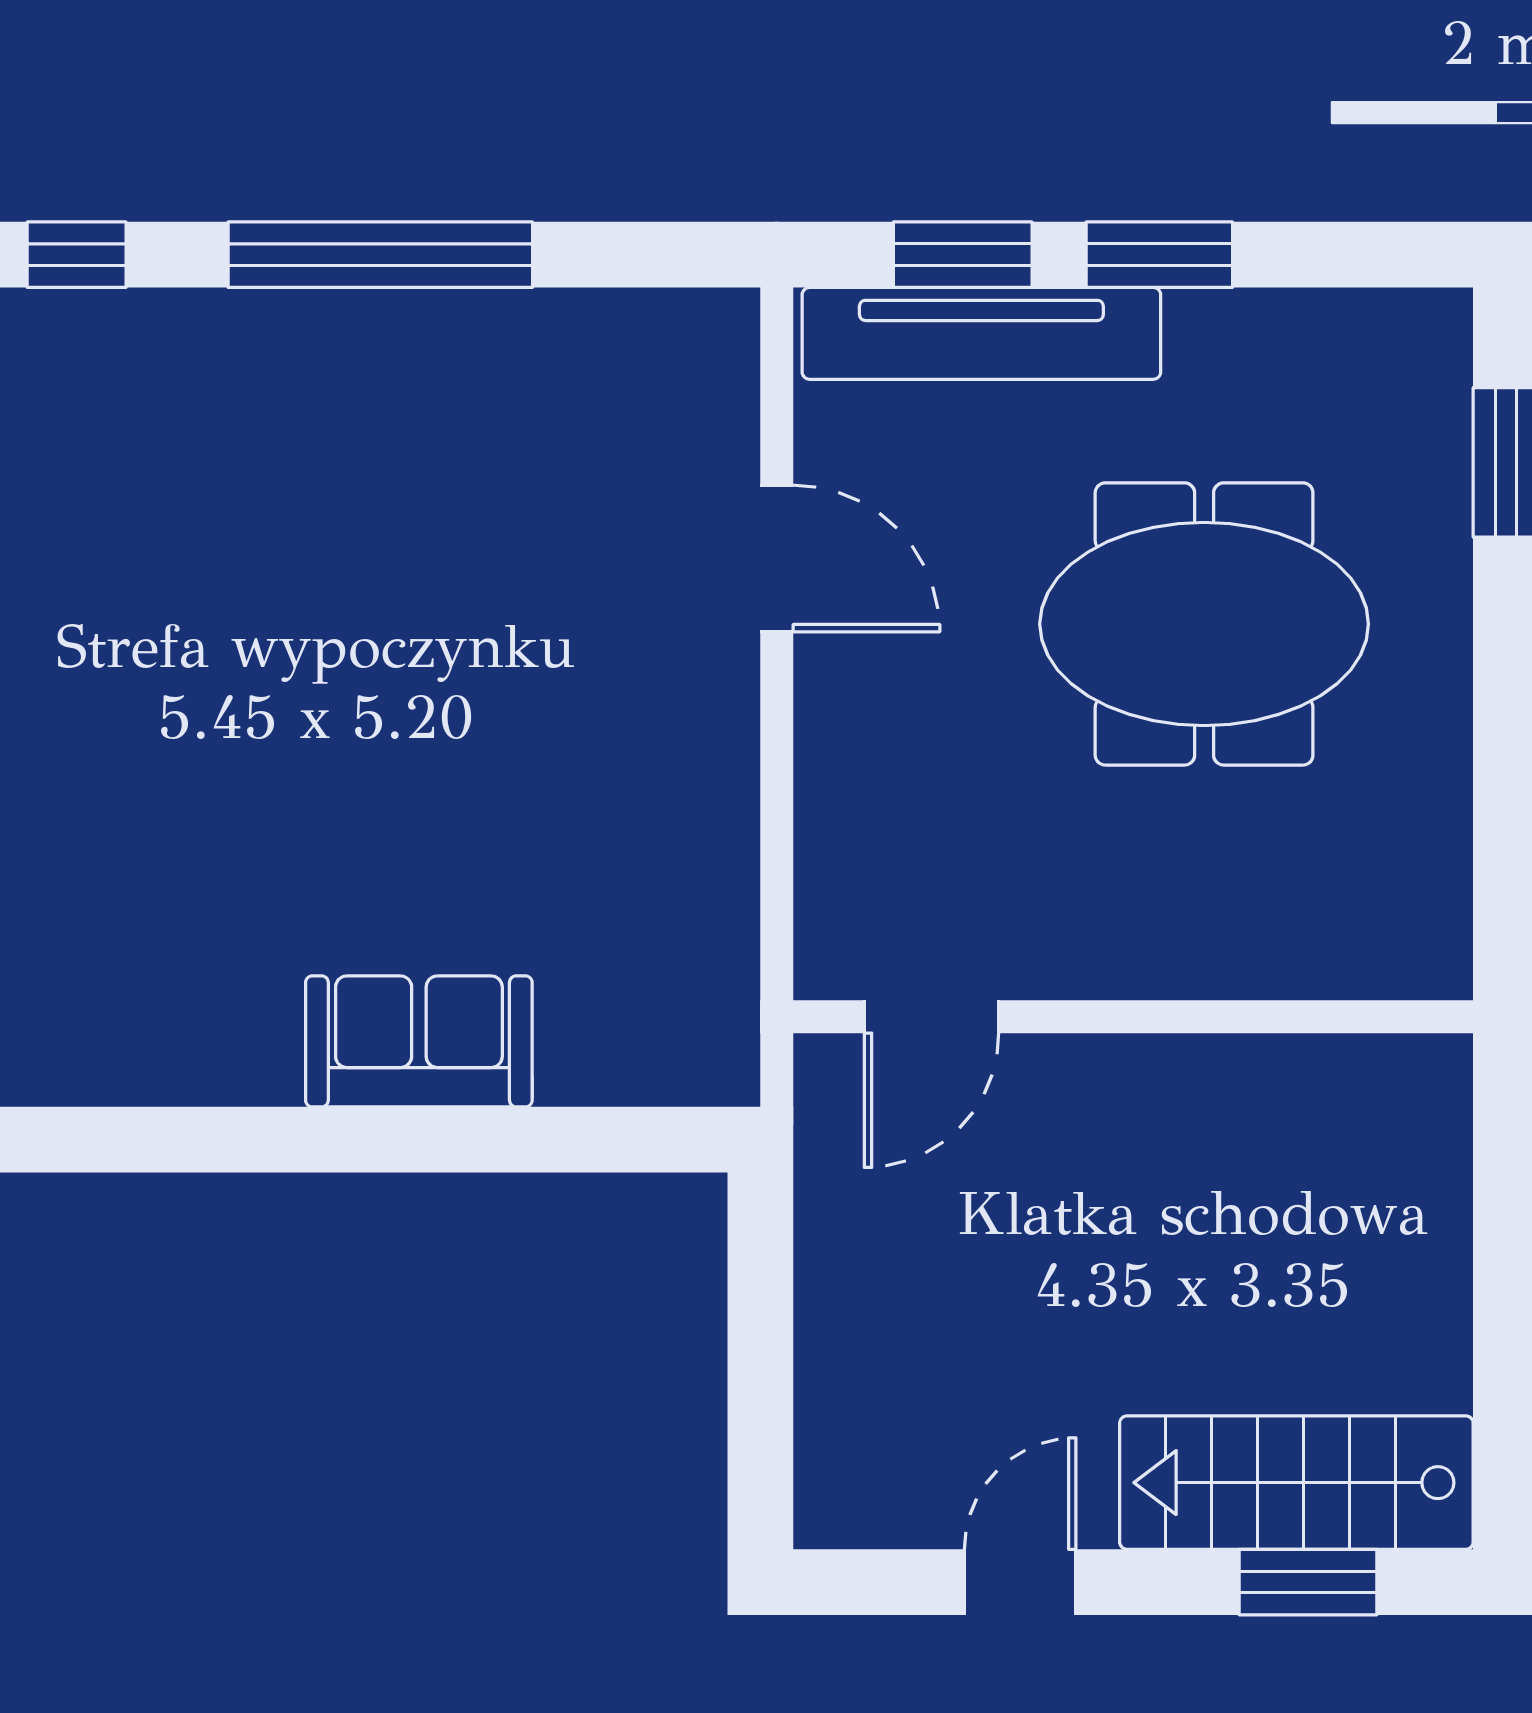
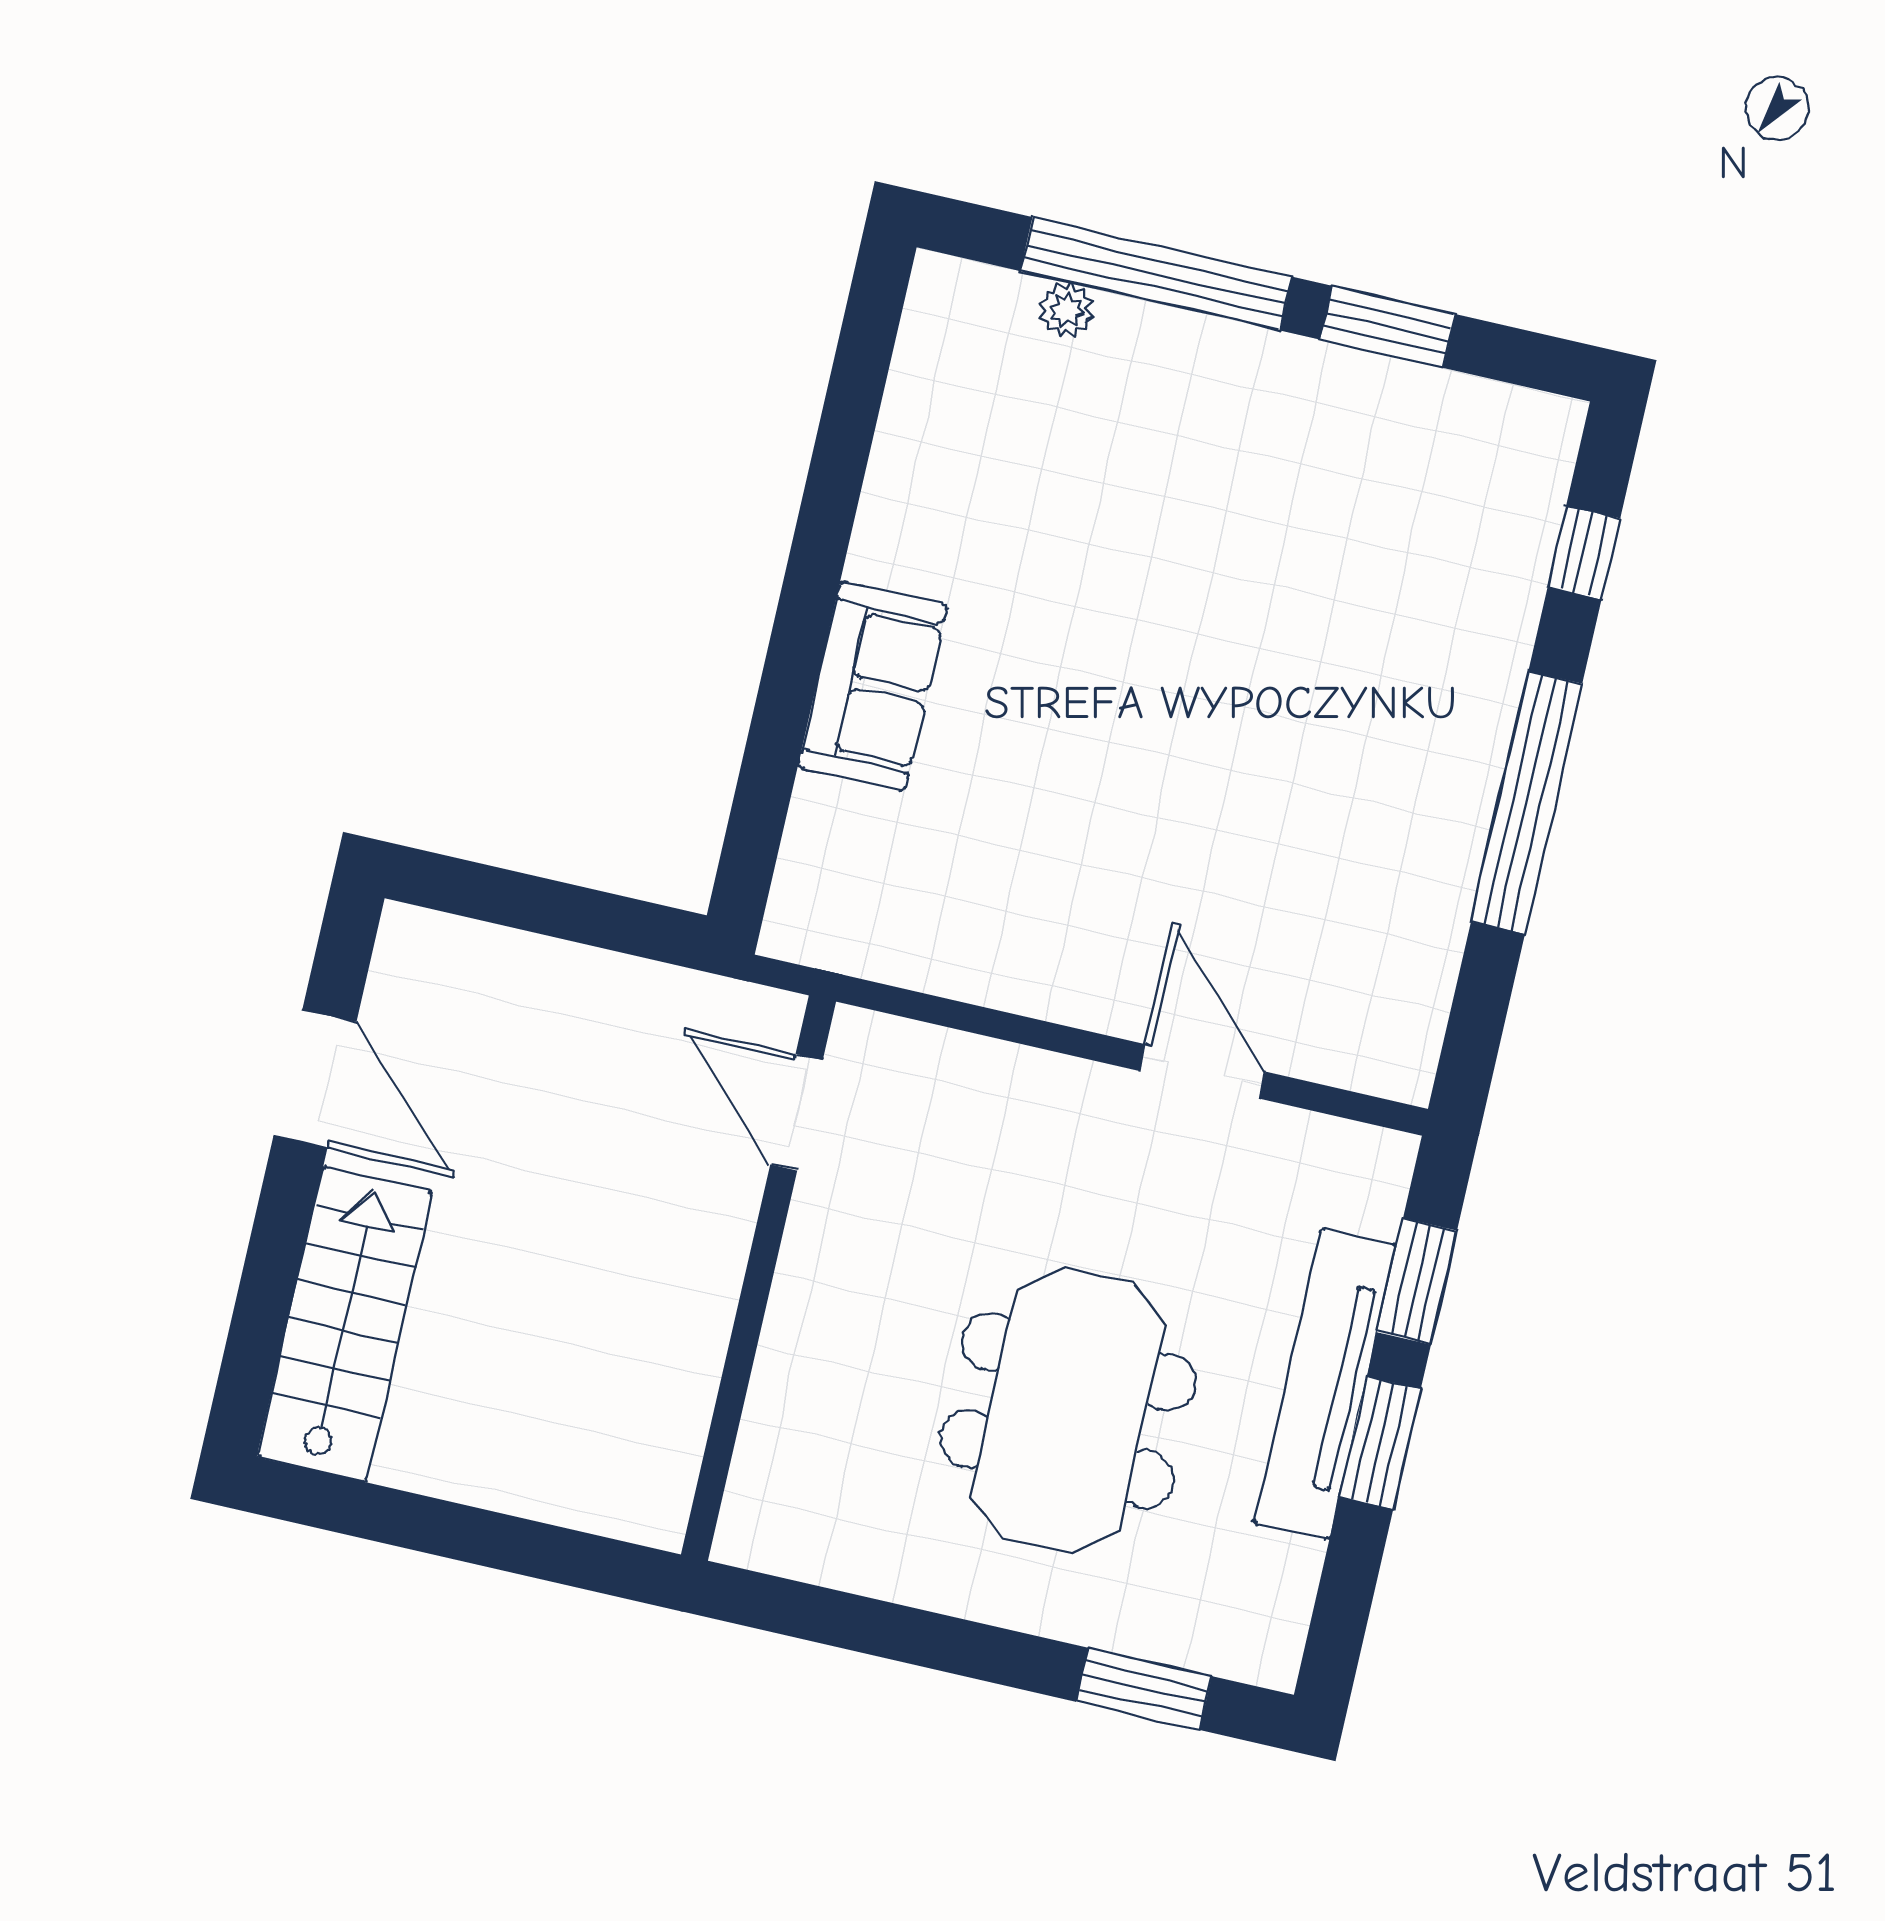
tv unit: (981, 333) -> (1325, 1384), moved
door: (777, 559) -> (1202, 1071), swing flipped
door: (1020, 1582) -> (315, 1079), width x1.37
window: (1308, 1582) -> (261, 1315), removed

